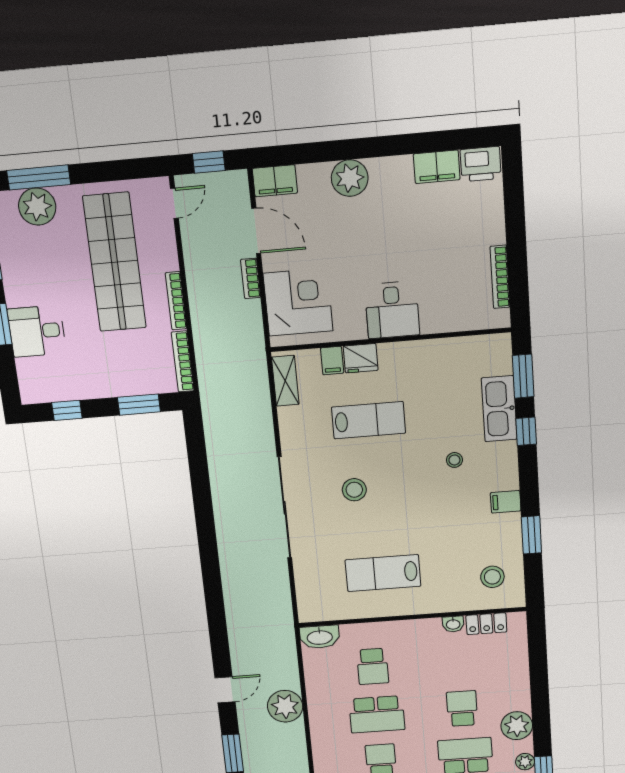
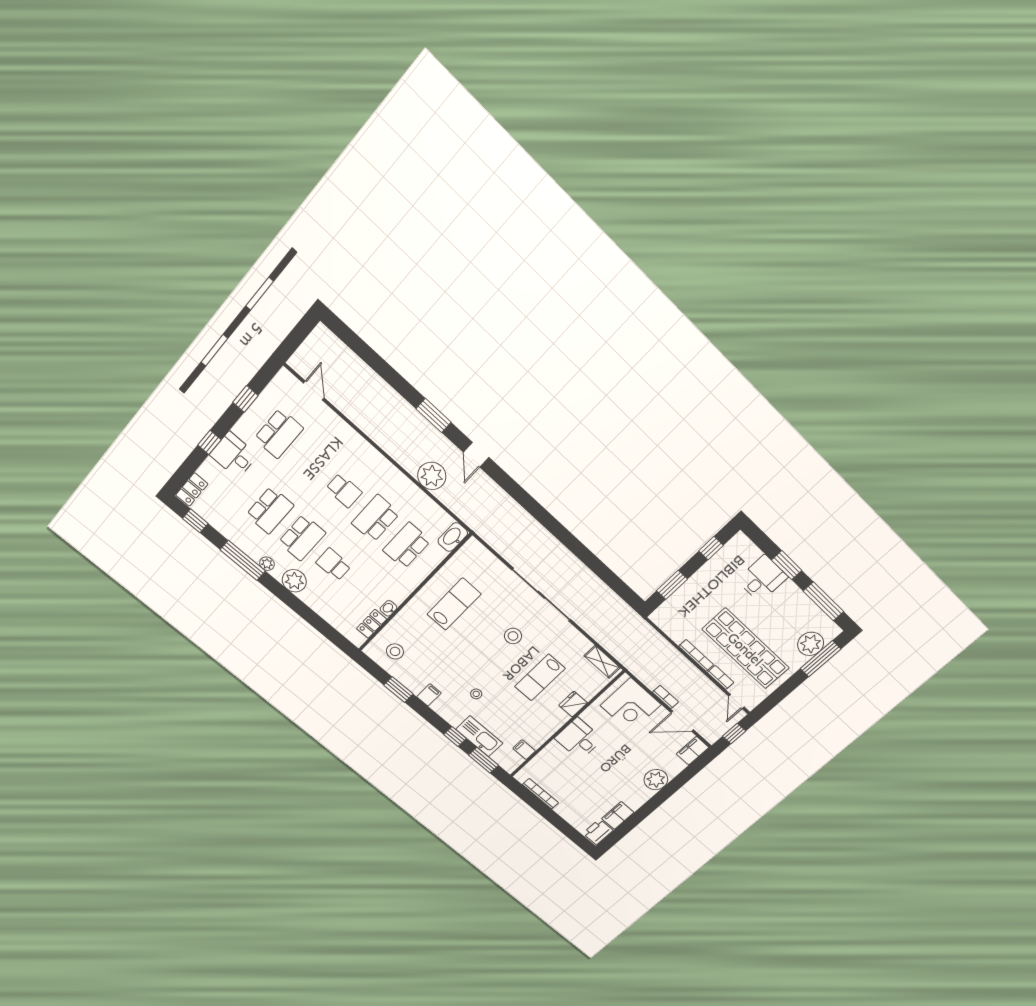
filing cabinet: (332, 361) -> (524, 750), moved
bookcase: (183, 362) -> (721, 677), moved, width x0.64
school desk: (373, 666) -> (407, 546), width x1.85
school desk: (462, 709) -> (333, 564), turned 180

